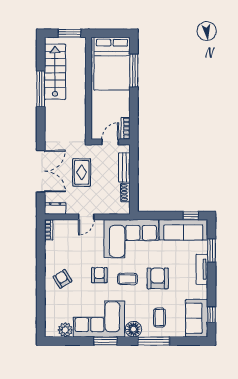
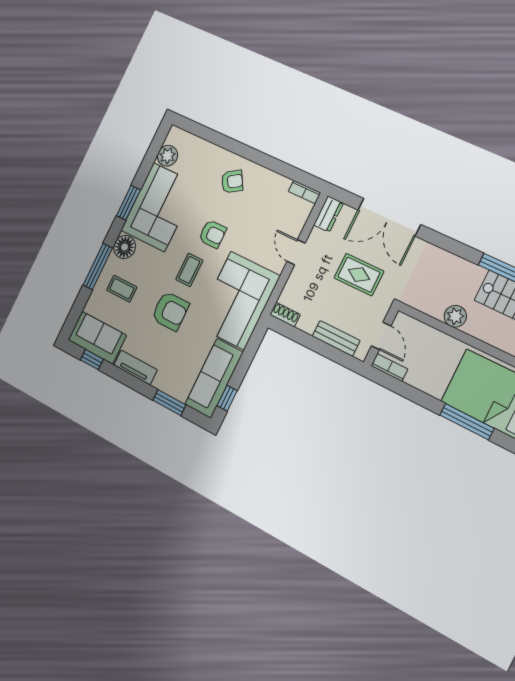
plant: (79, 105) -> (455, 316), added
shoe rack: (125, 193) -> (285, 315), moved
tv unit: (202, 269) -> (135, 367), moved

